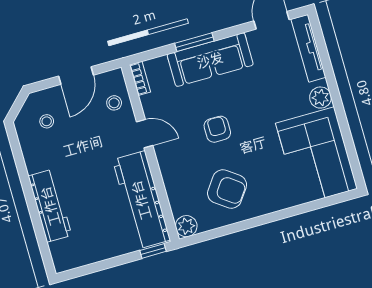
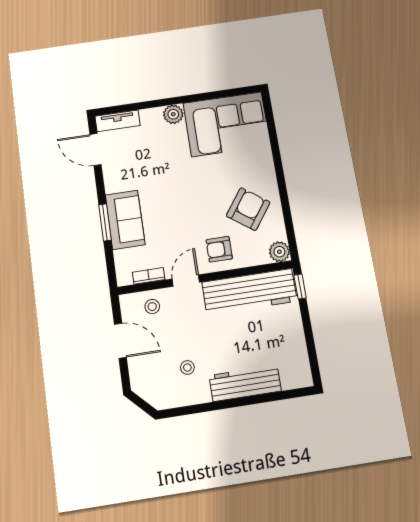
tv unit: (308, 48) -> (118, 121), width x0.71
sofa: (210, 60) -> (125, 220), width x0.73
bookcase: (140, 78) -> (149, 276), moved
stool: (47, 121) -> (187, 367), moved
armchair: (217, 129) -> (219, 249), moved

